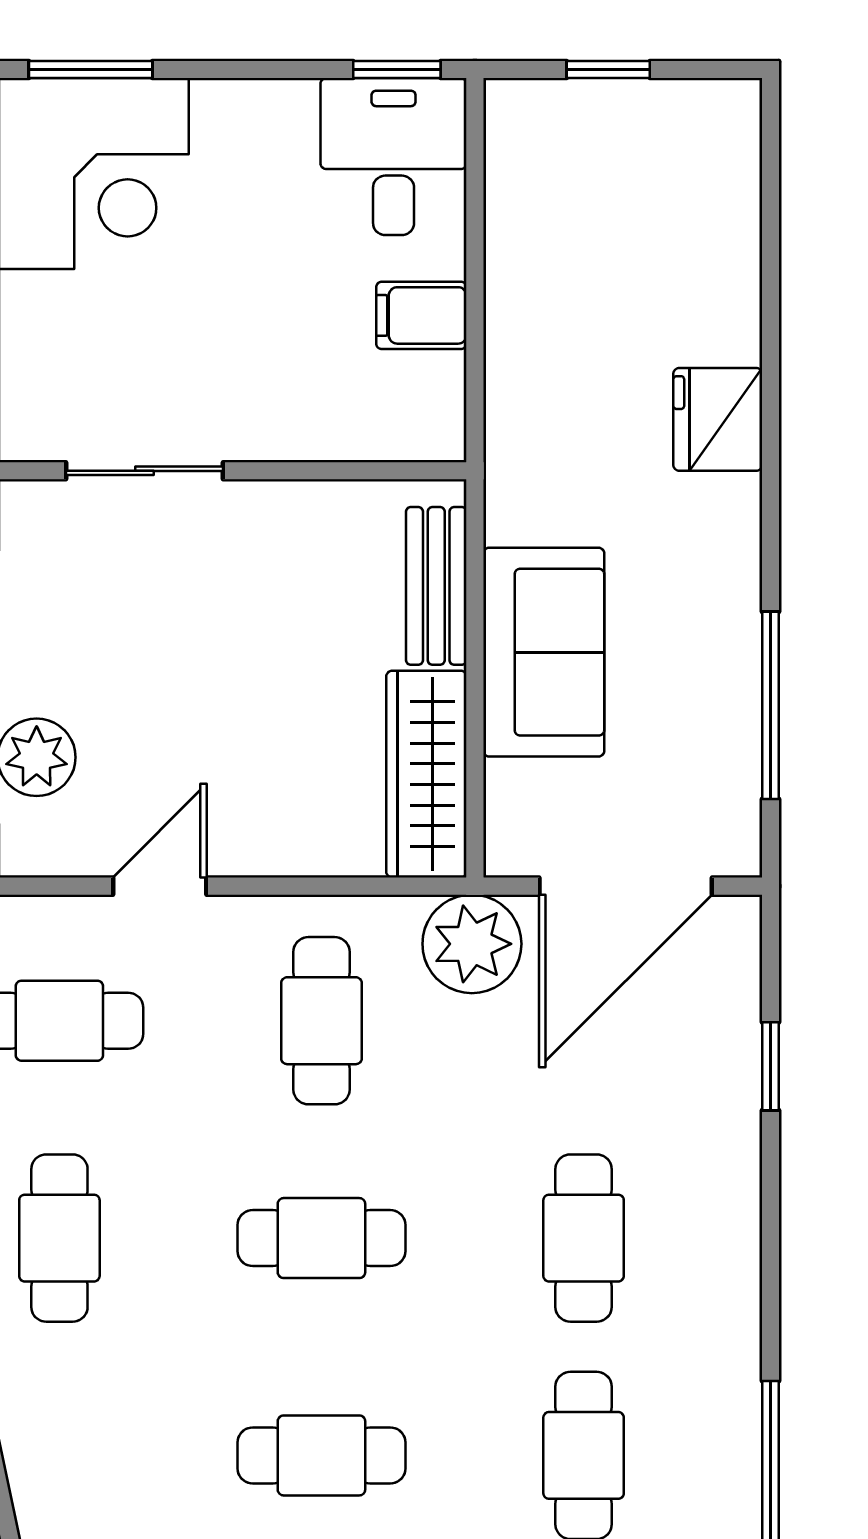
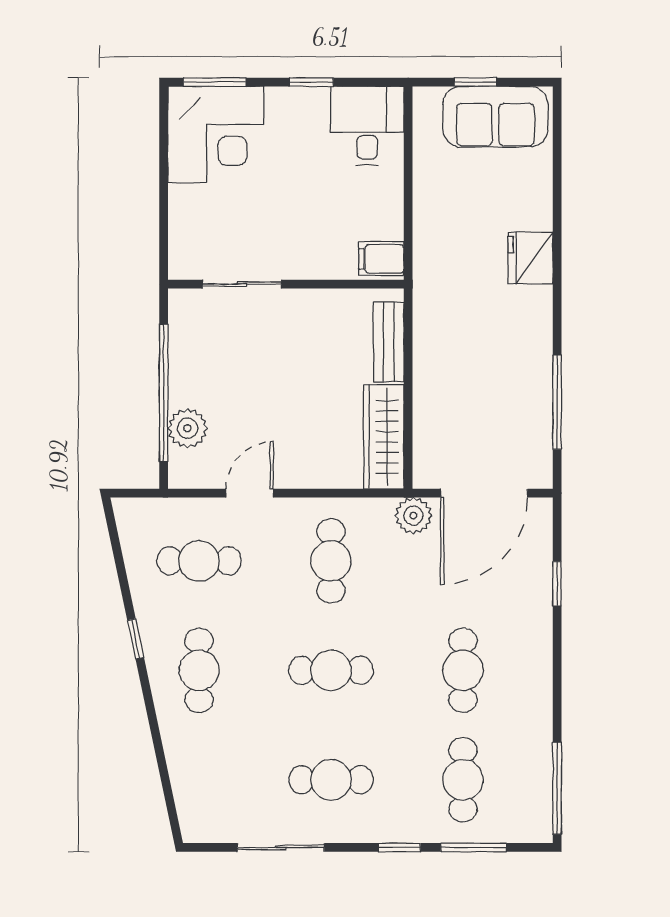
window: (397, 70) -> (311, 82), moved
filing cabinet: (421, 315) -> (381, 259), moved
sofa: (544, 652) -> (495, 117), moved, turned 90
plant: (472, 944) -> (413, 516), width x0.73, depth x0.73

